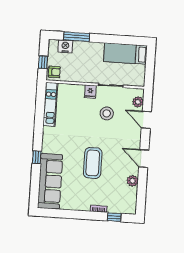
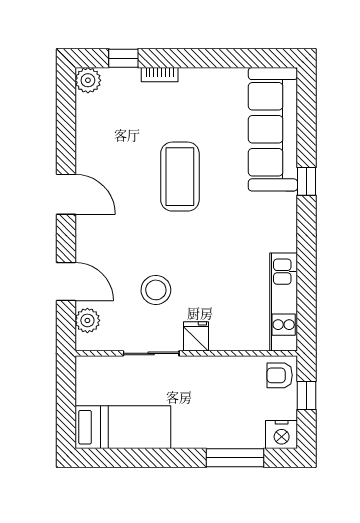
nightstand: (65, 46) -> (282, 434), moved
plant: (132, 181) -> (88, 80), moved

